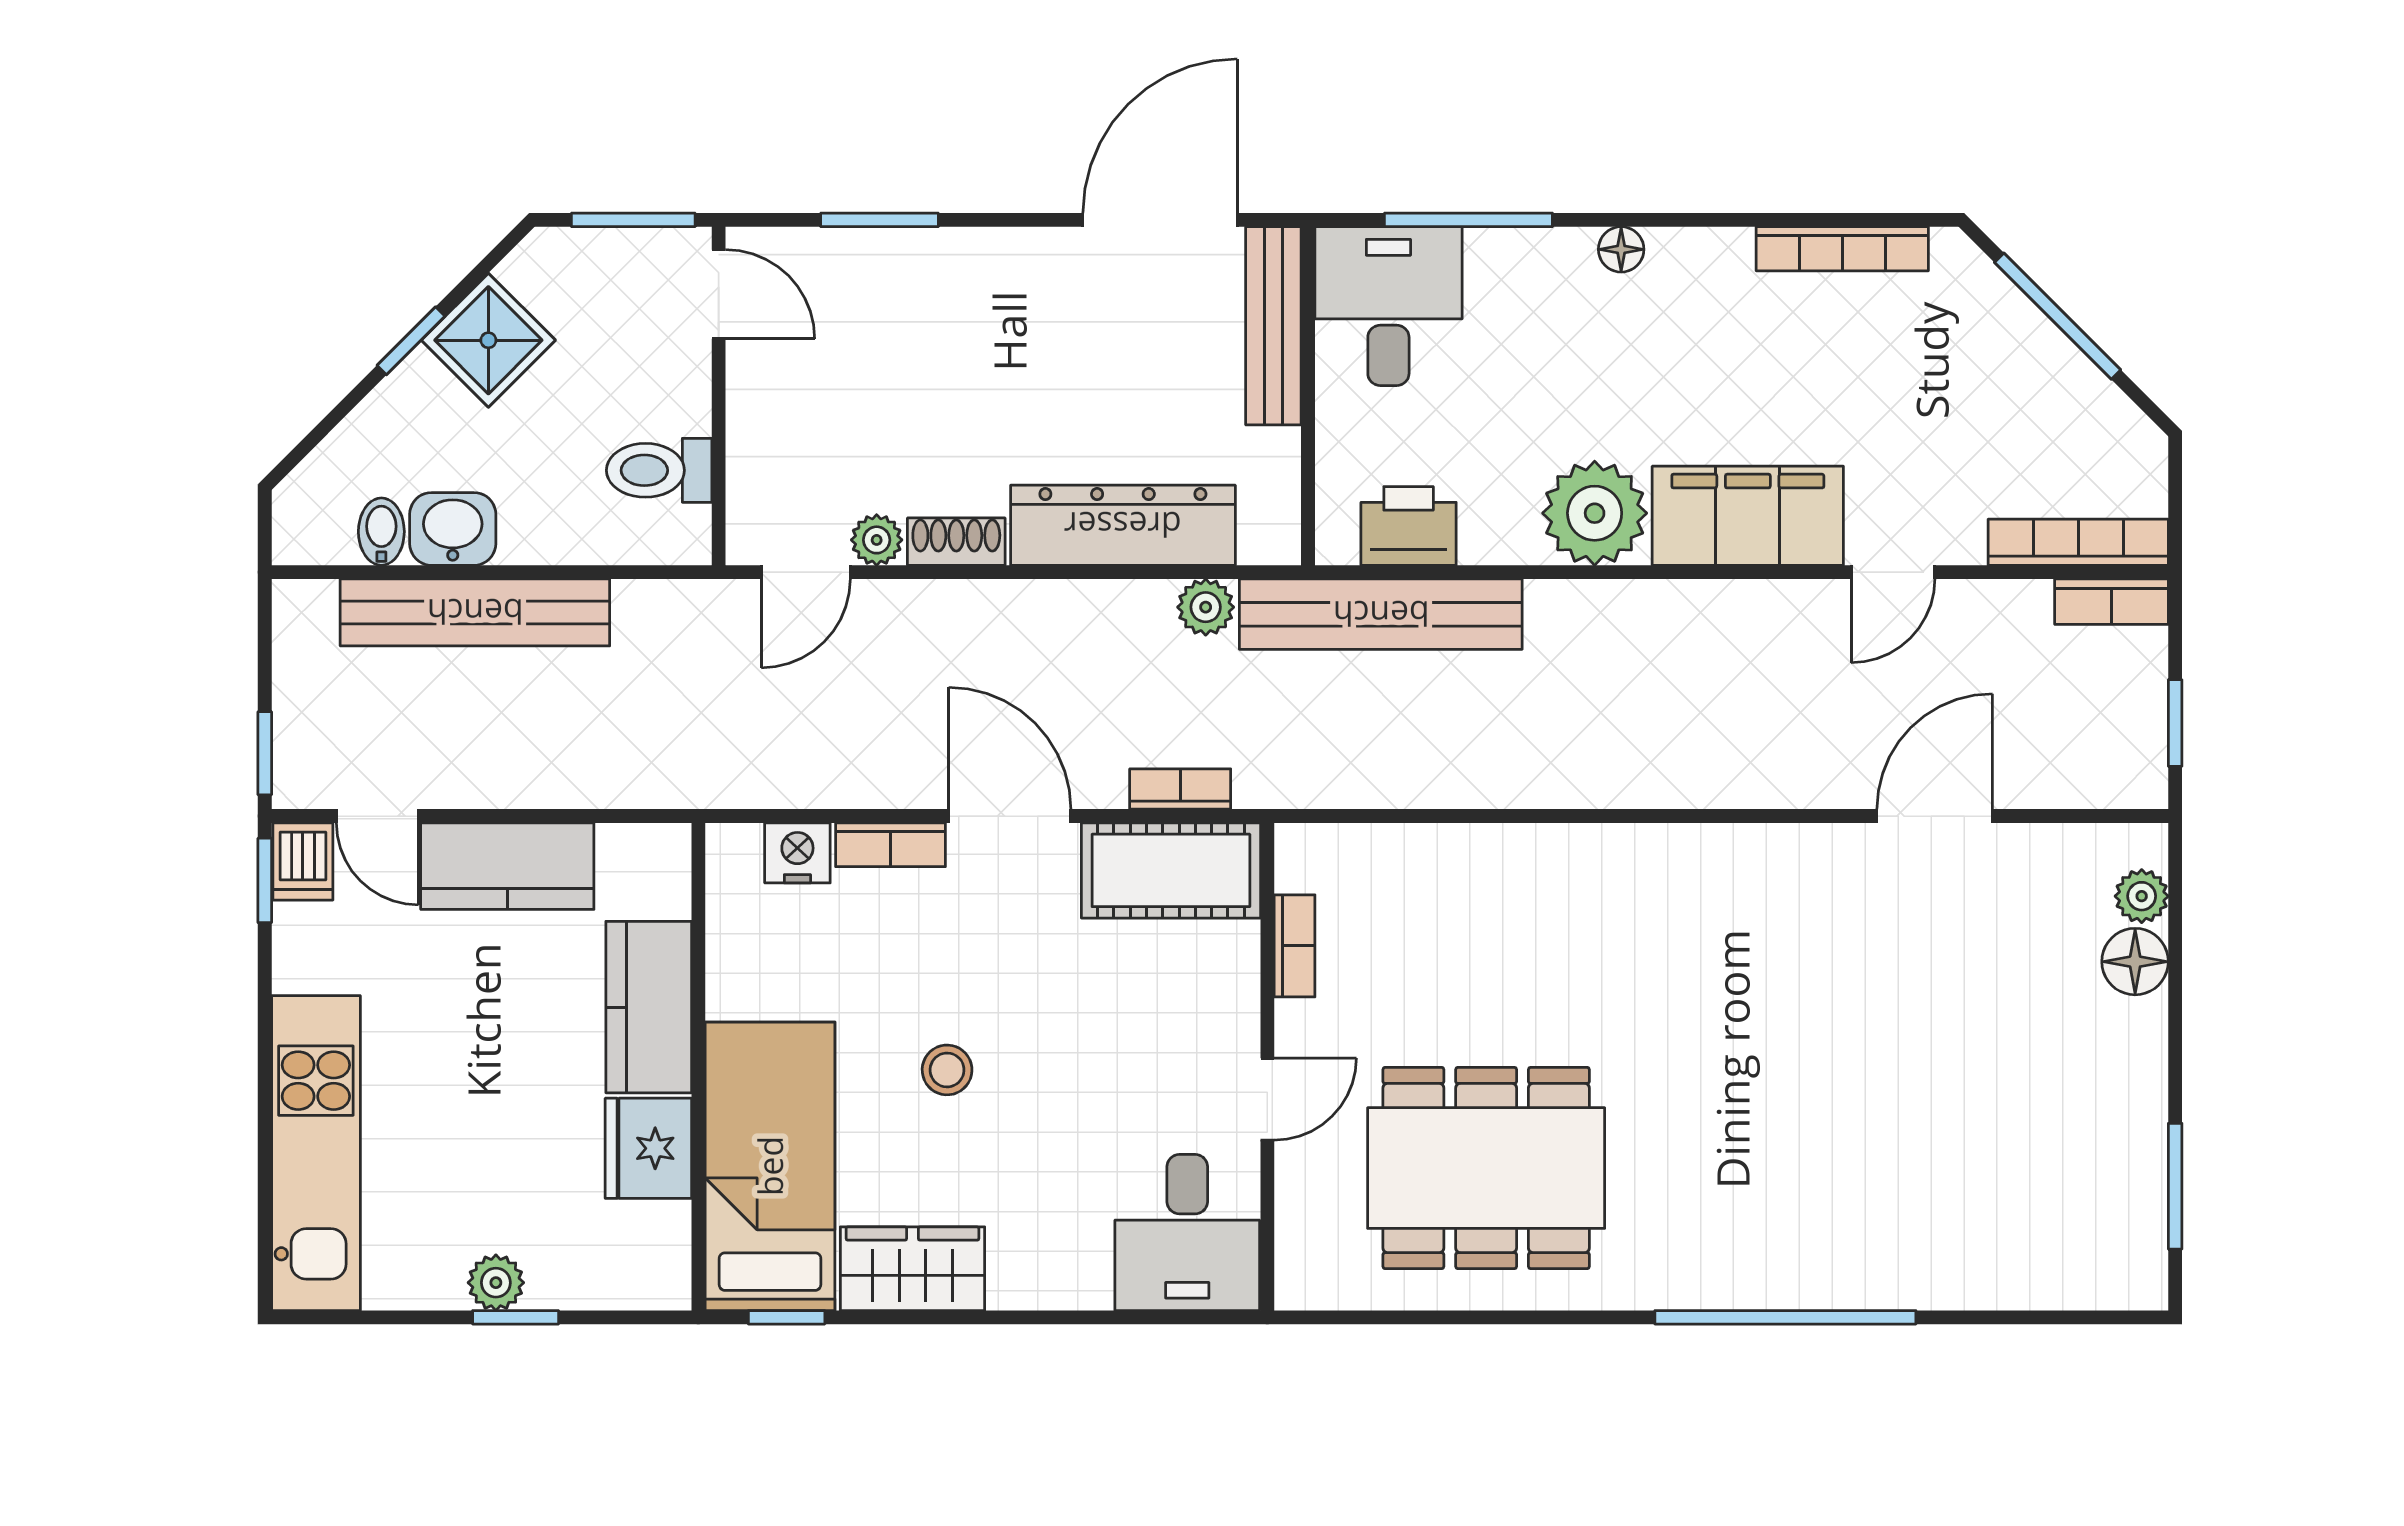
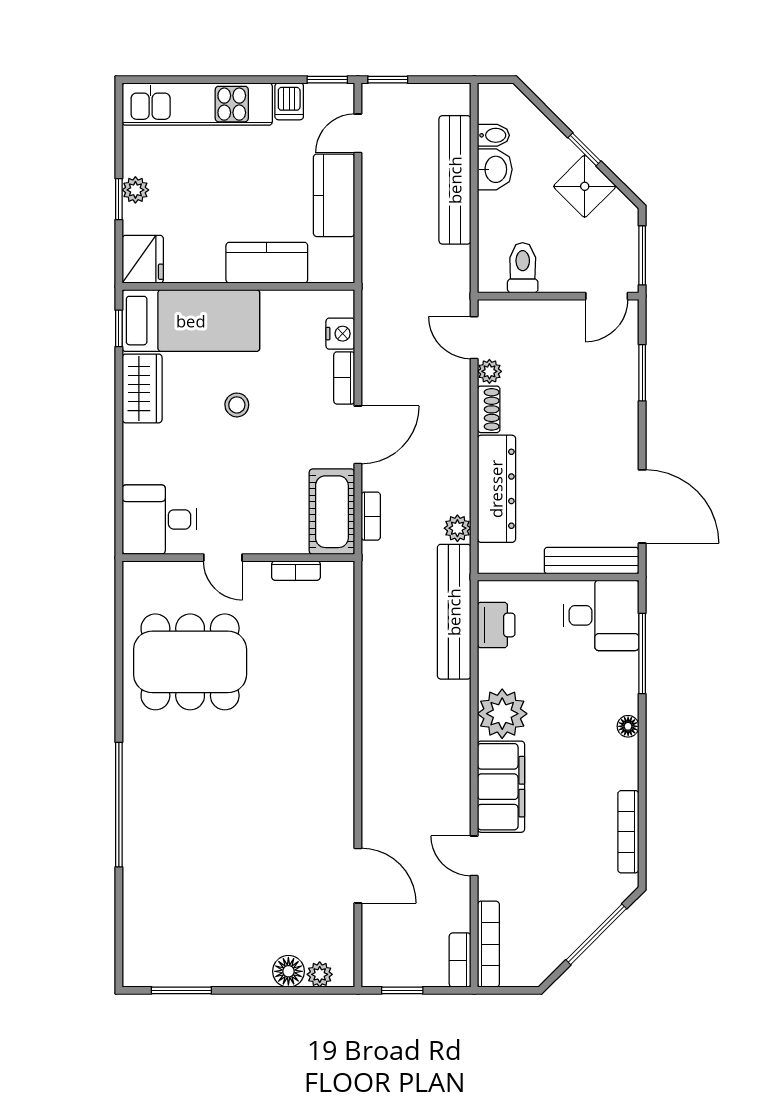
dishwasher: (303, 861) -> (289, 101), moved, turned -90
fridge: (648, 1148) -> (143, 259), moved, turned 90
dining table: (1486, 1168) -> (190, 662), turned 90

